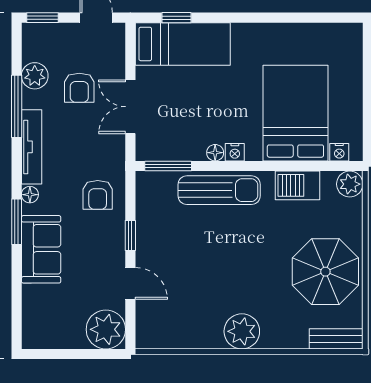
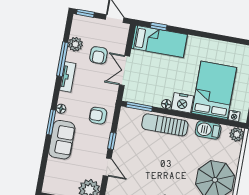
tv unit: (32, 147) -> (68, 77), width x0.71
nightstand: (235, 152) -> (182, 103), width x1.89, depth x1.79
sun lounger: (219, 190) -> (165, 125), turned 180
armchair: (98, 195) -> (98, 116), turned 90

